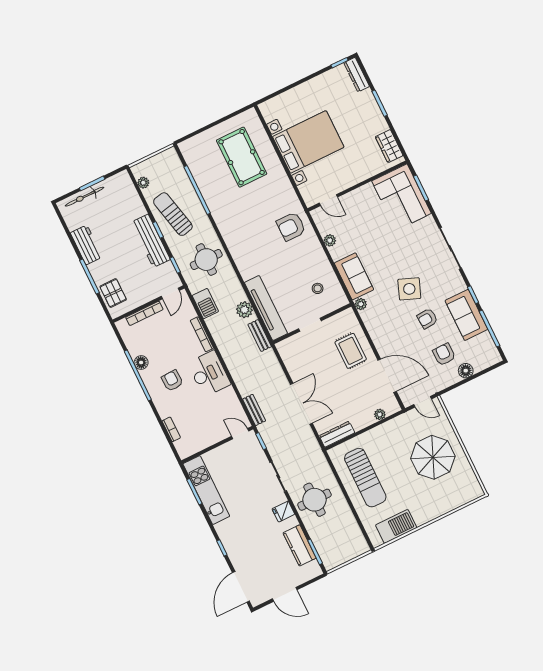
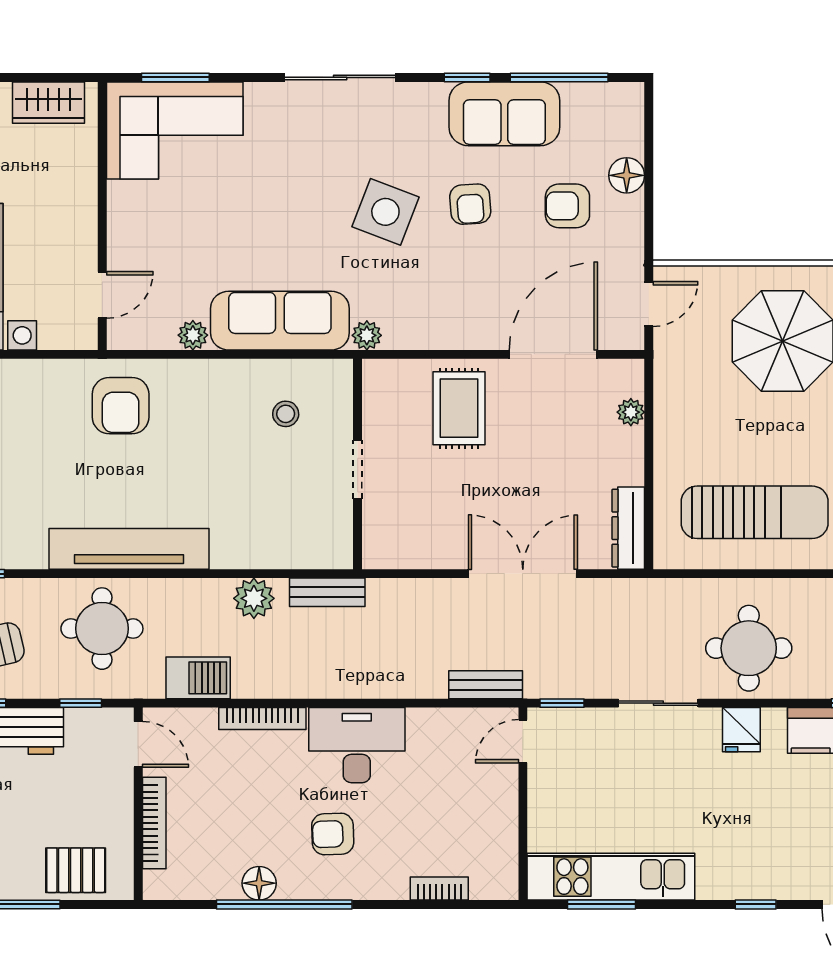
sofa: (354, 276) -> (280, 321), width x1.36
tv unit: (266, 308) -> (129, 549), moved
rug: (351, 351) -> (459, 408), turned 90

